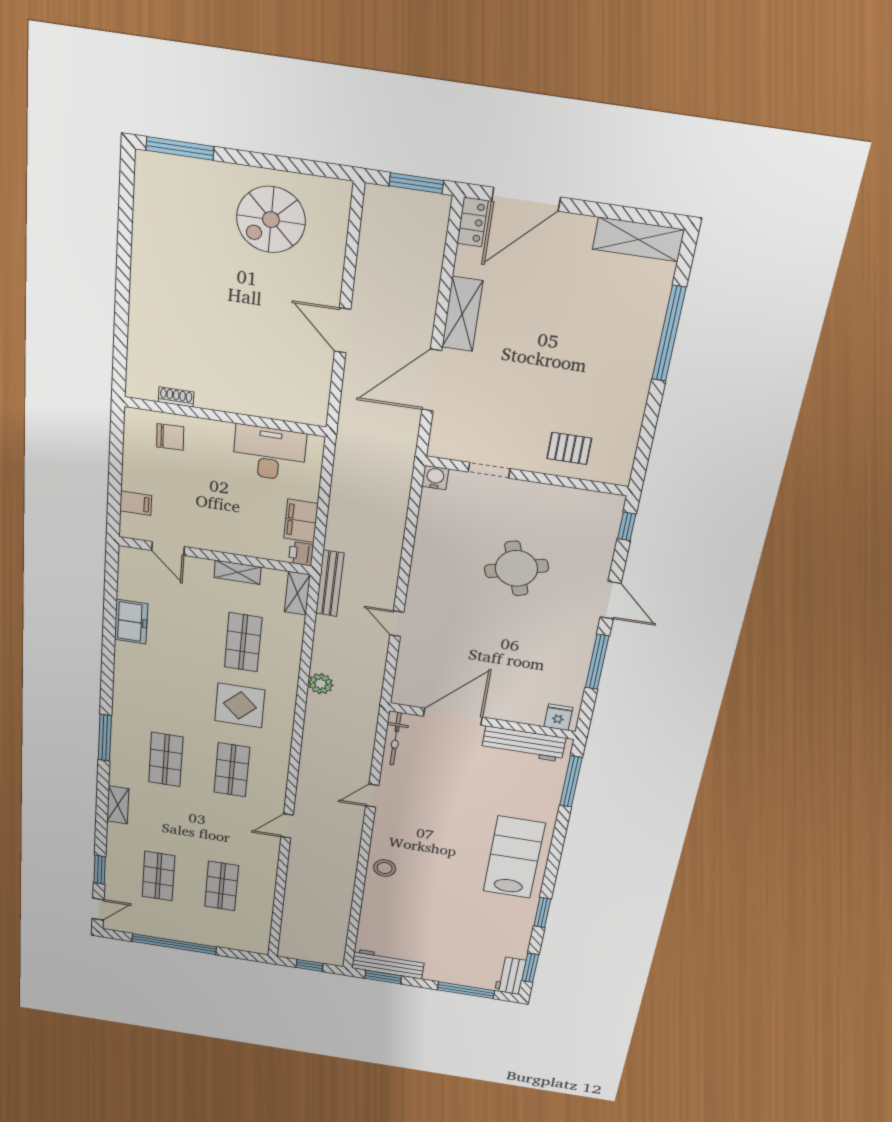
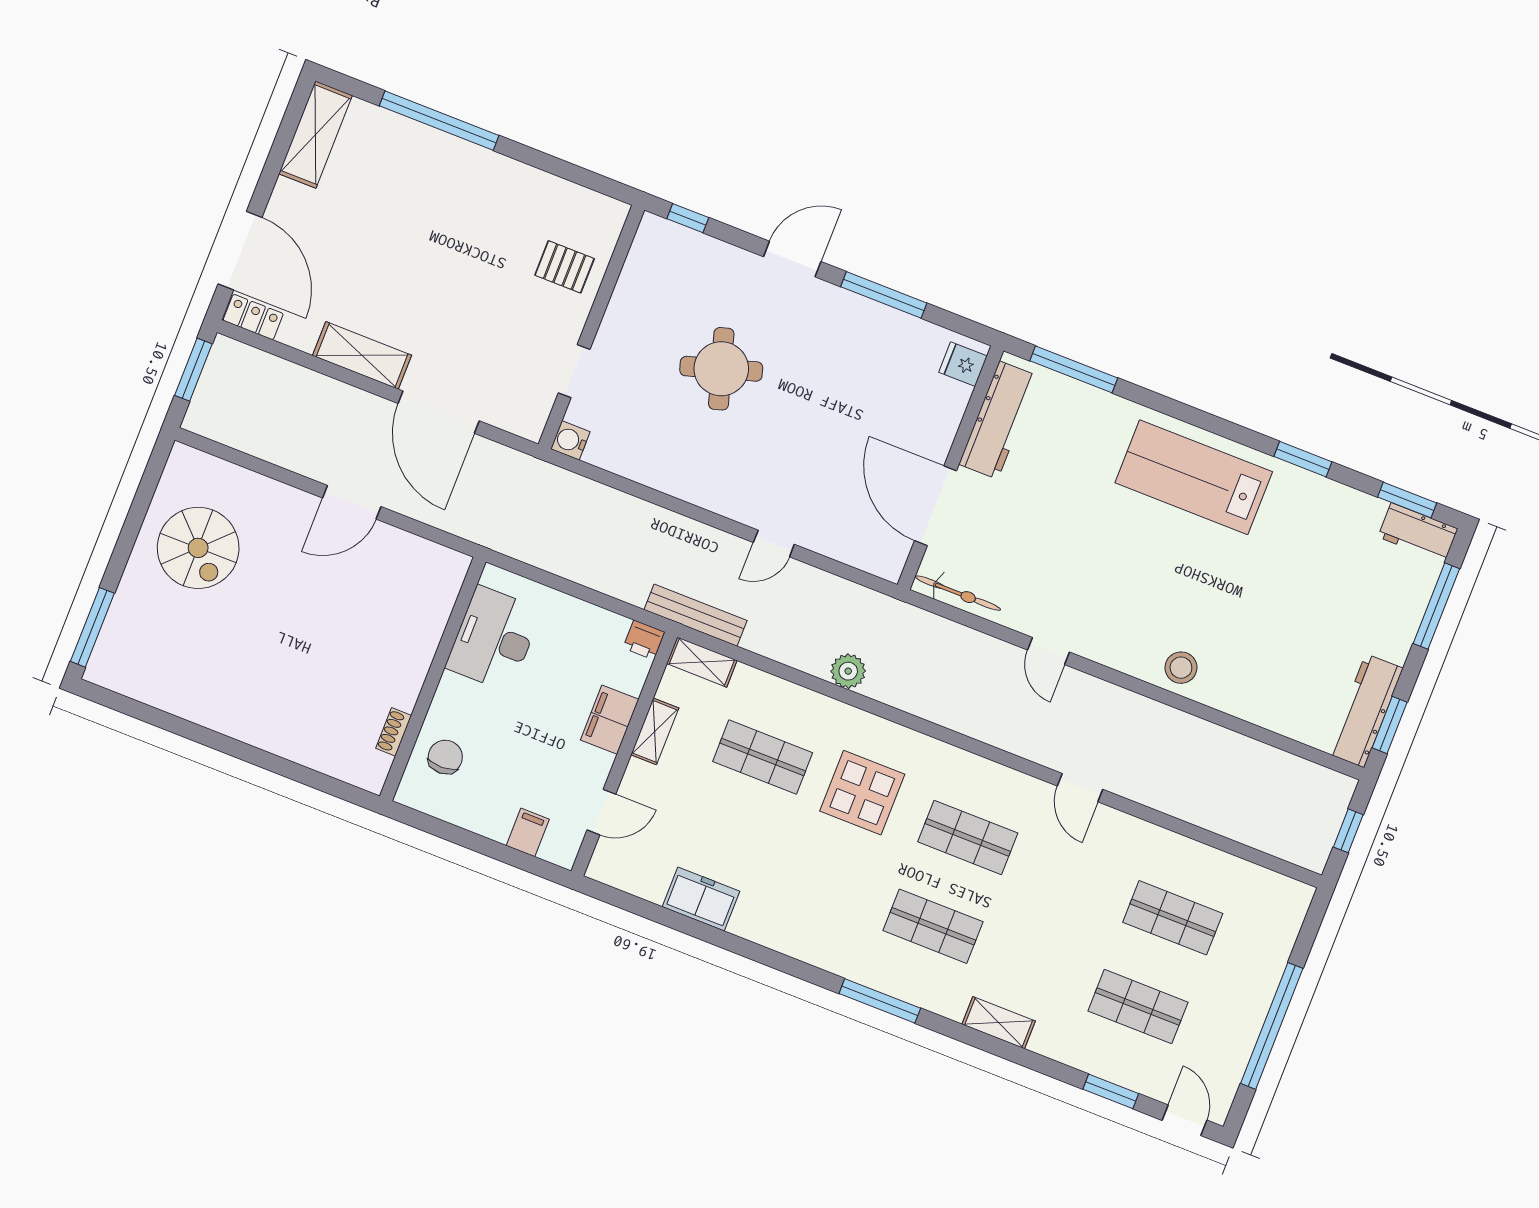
pallet: (569, 448) -> (565, 267), turned 90
filing cabinet: (301, 521) -> (610, 720), moved, turned 90

